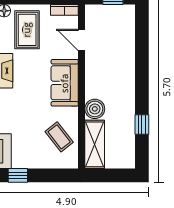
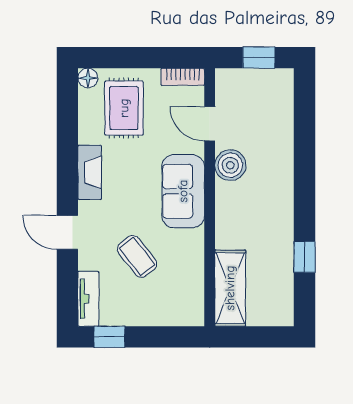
boiler: (95, 109) -> (230, 165), moved
coffee table: (59, 137) -> (137, 256), moved

